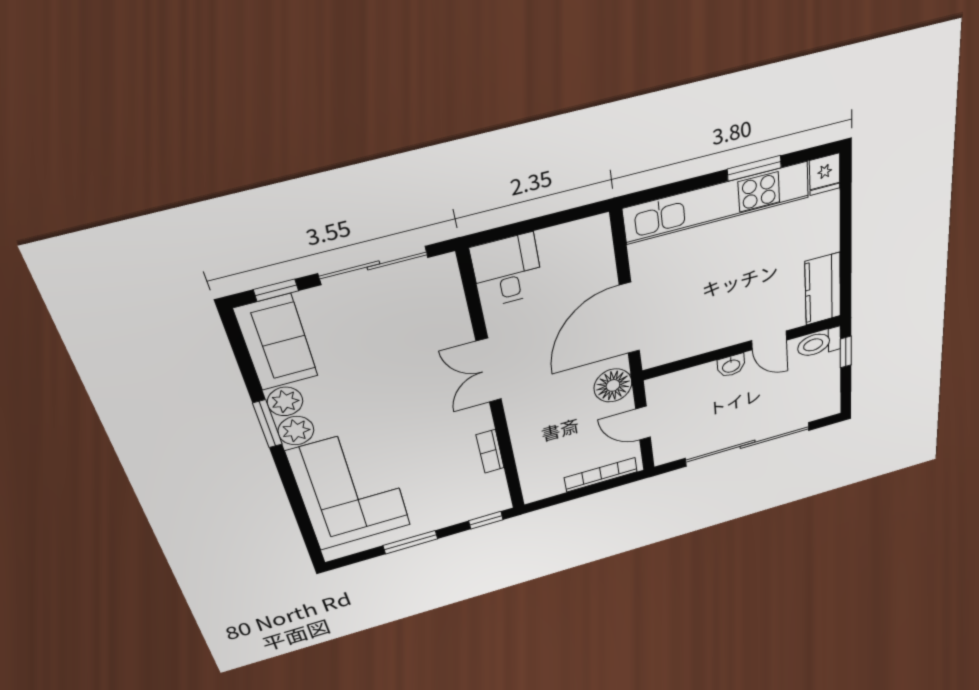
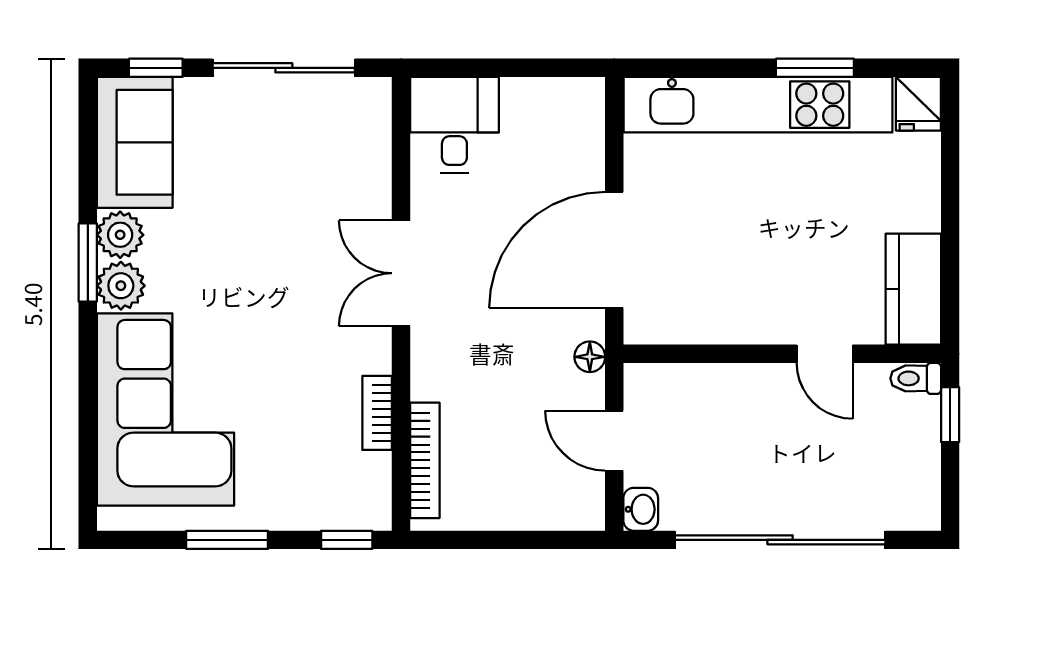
toilet: (819, 343) -> (916, 378), width x0.73, depth x0.72
washbasin: (731, 366) -> (641, 509), moved, turned -90
floor lamp: (613, 385) -> (590, 357), width x0.53, depth x0.53
bookcase: (601, 475) -> (425, 460), moved, turned 90

